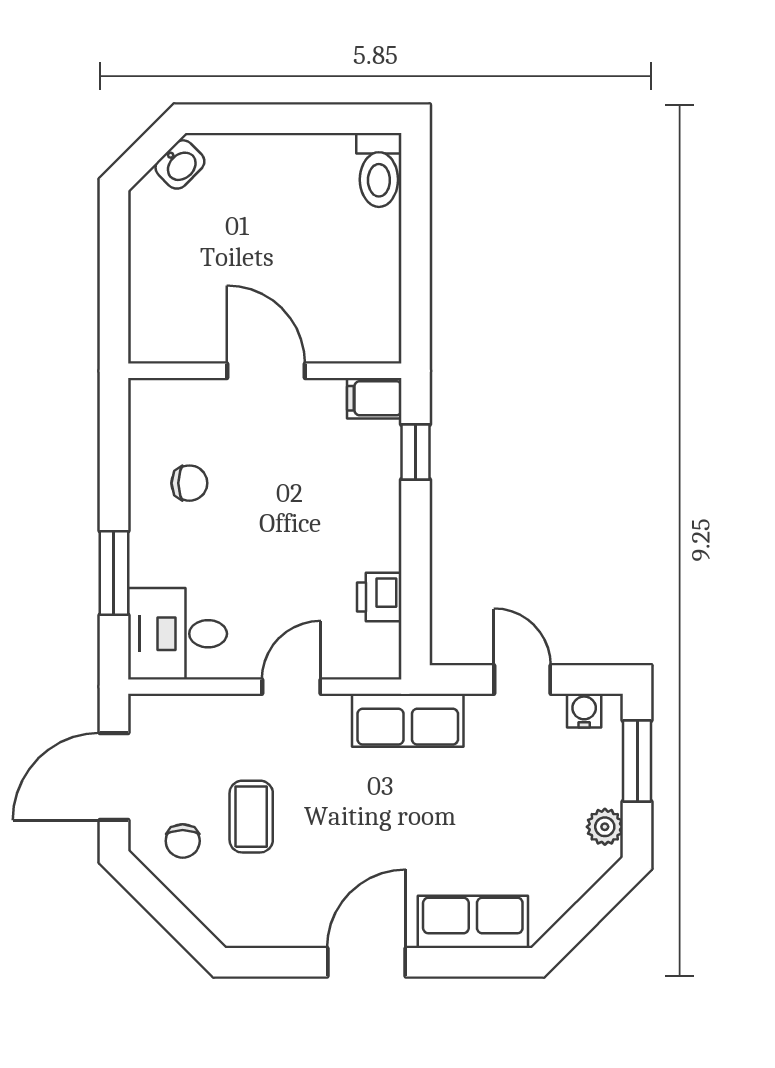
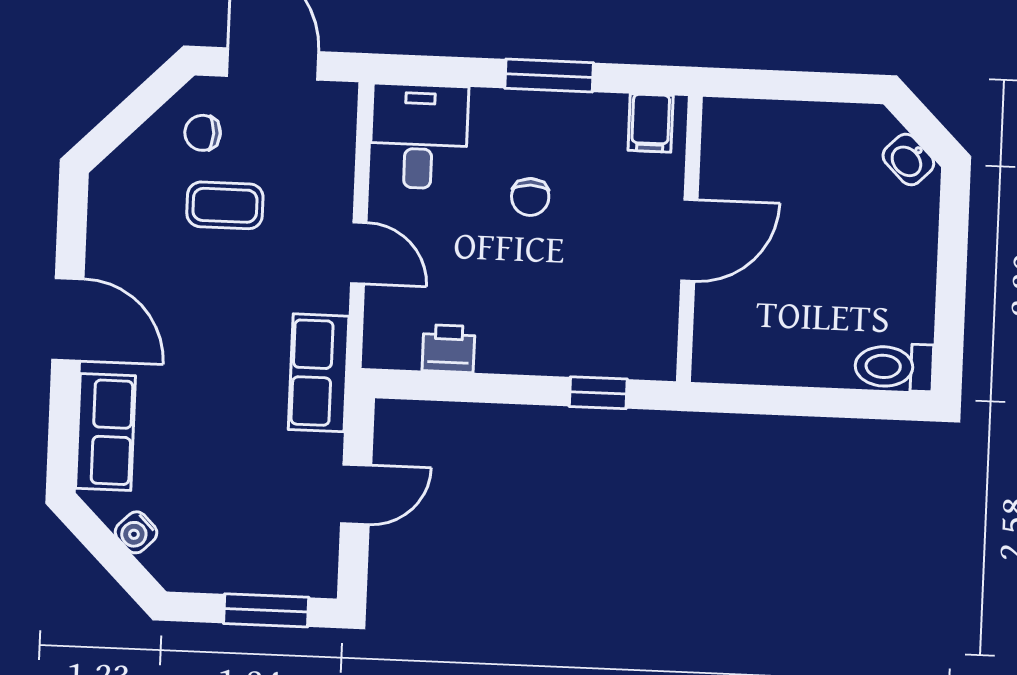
filing cabinet: (374, 398) -> (651, 123), moved, turned 180
chair: (189, 483) -> (530, 197), moved
window: (114, 573) -> (549, 76), moved
water cooler: (584, 711) -> (136, 532), moved, turned 135
plant: (605, 827) -> (199, 574), removed

